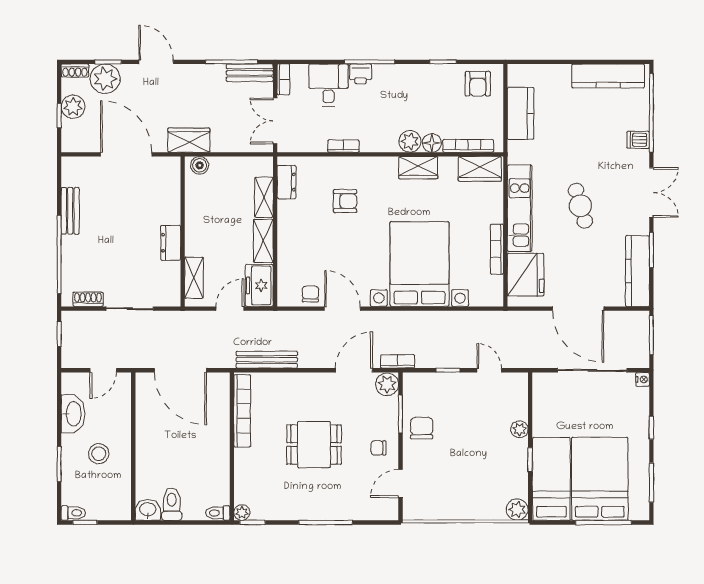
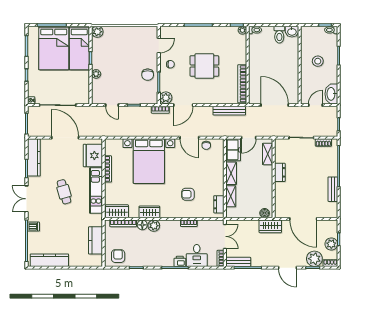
washbasin: (73, 414) -> (331, 94), moved

